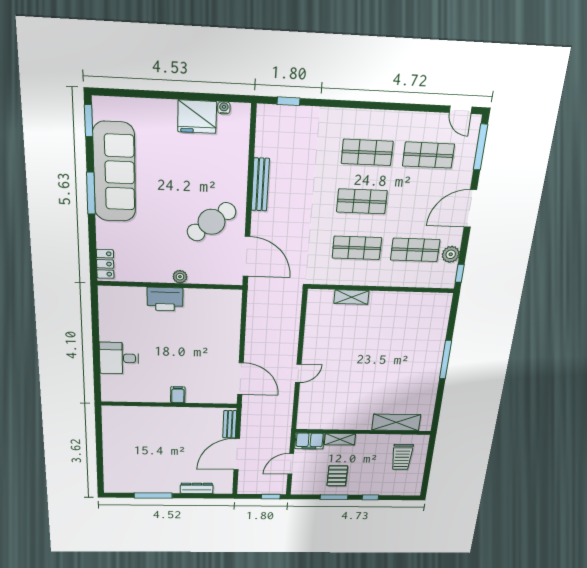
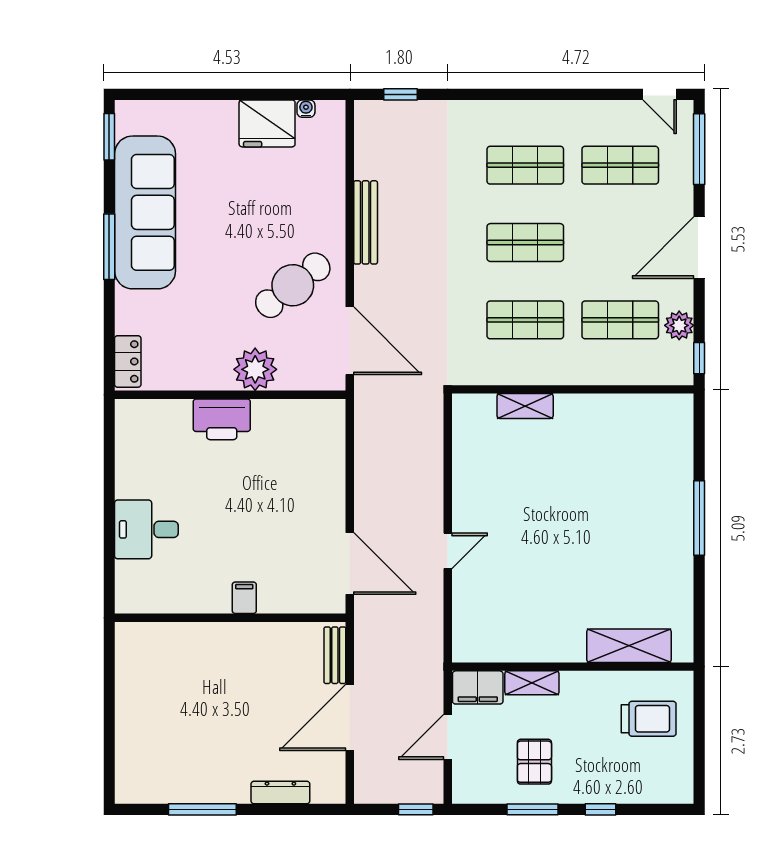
plant: (180, 277) -> (255, 369), width x1.88, depth x1.88
trolley: (402, 457) -> (649, 719), turned -90

